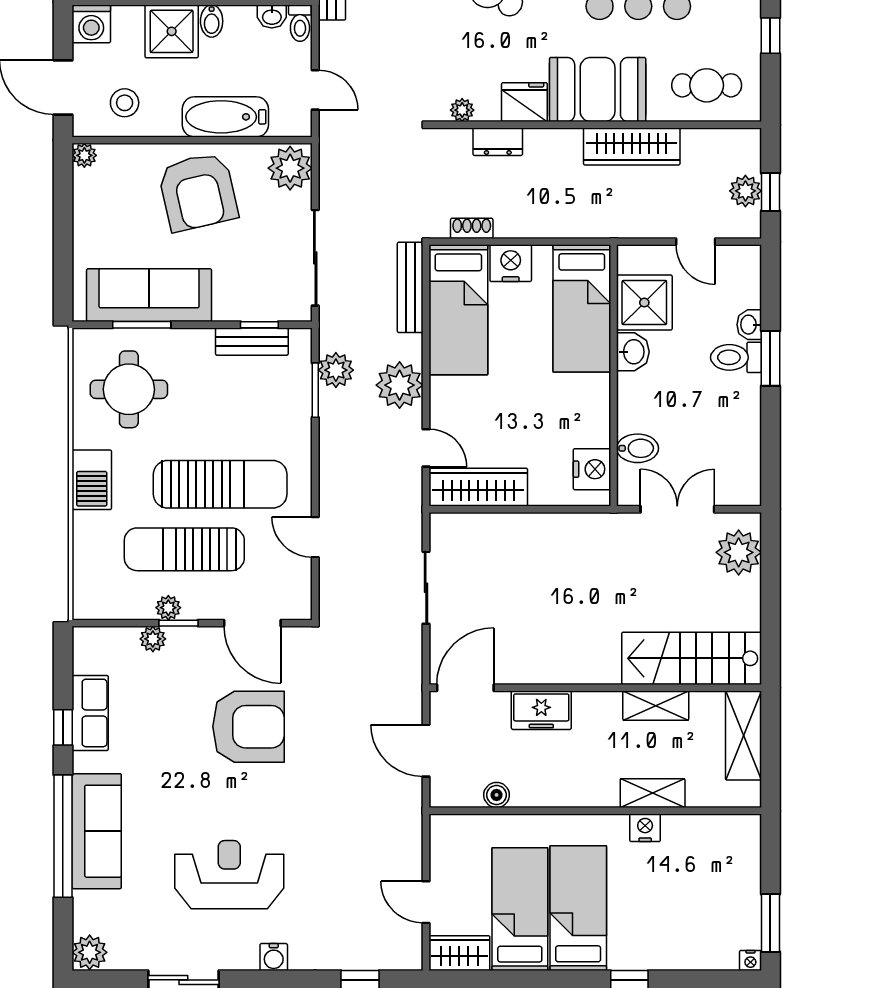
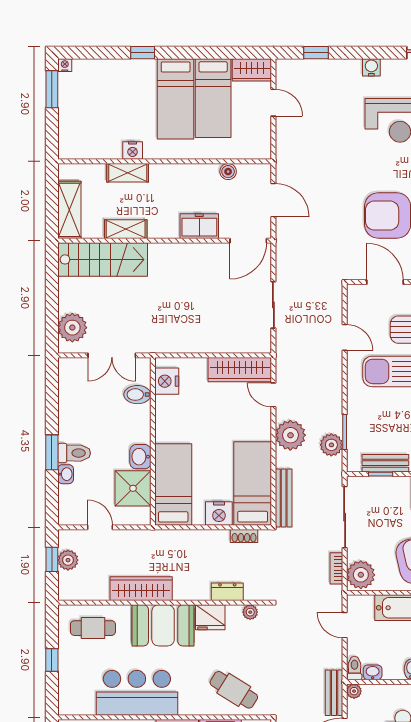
bookcase: (328, 178) -> (336, 568), added

